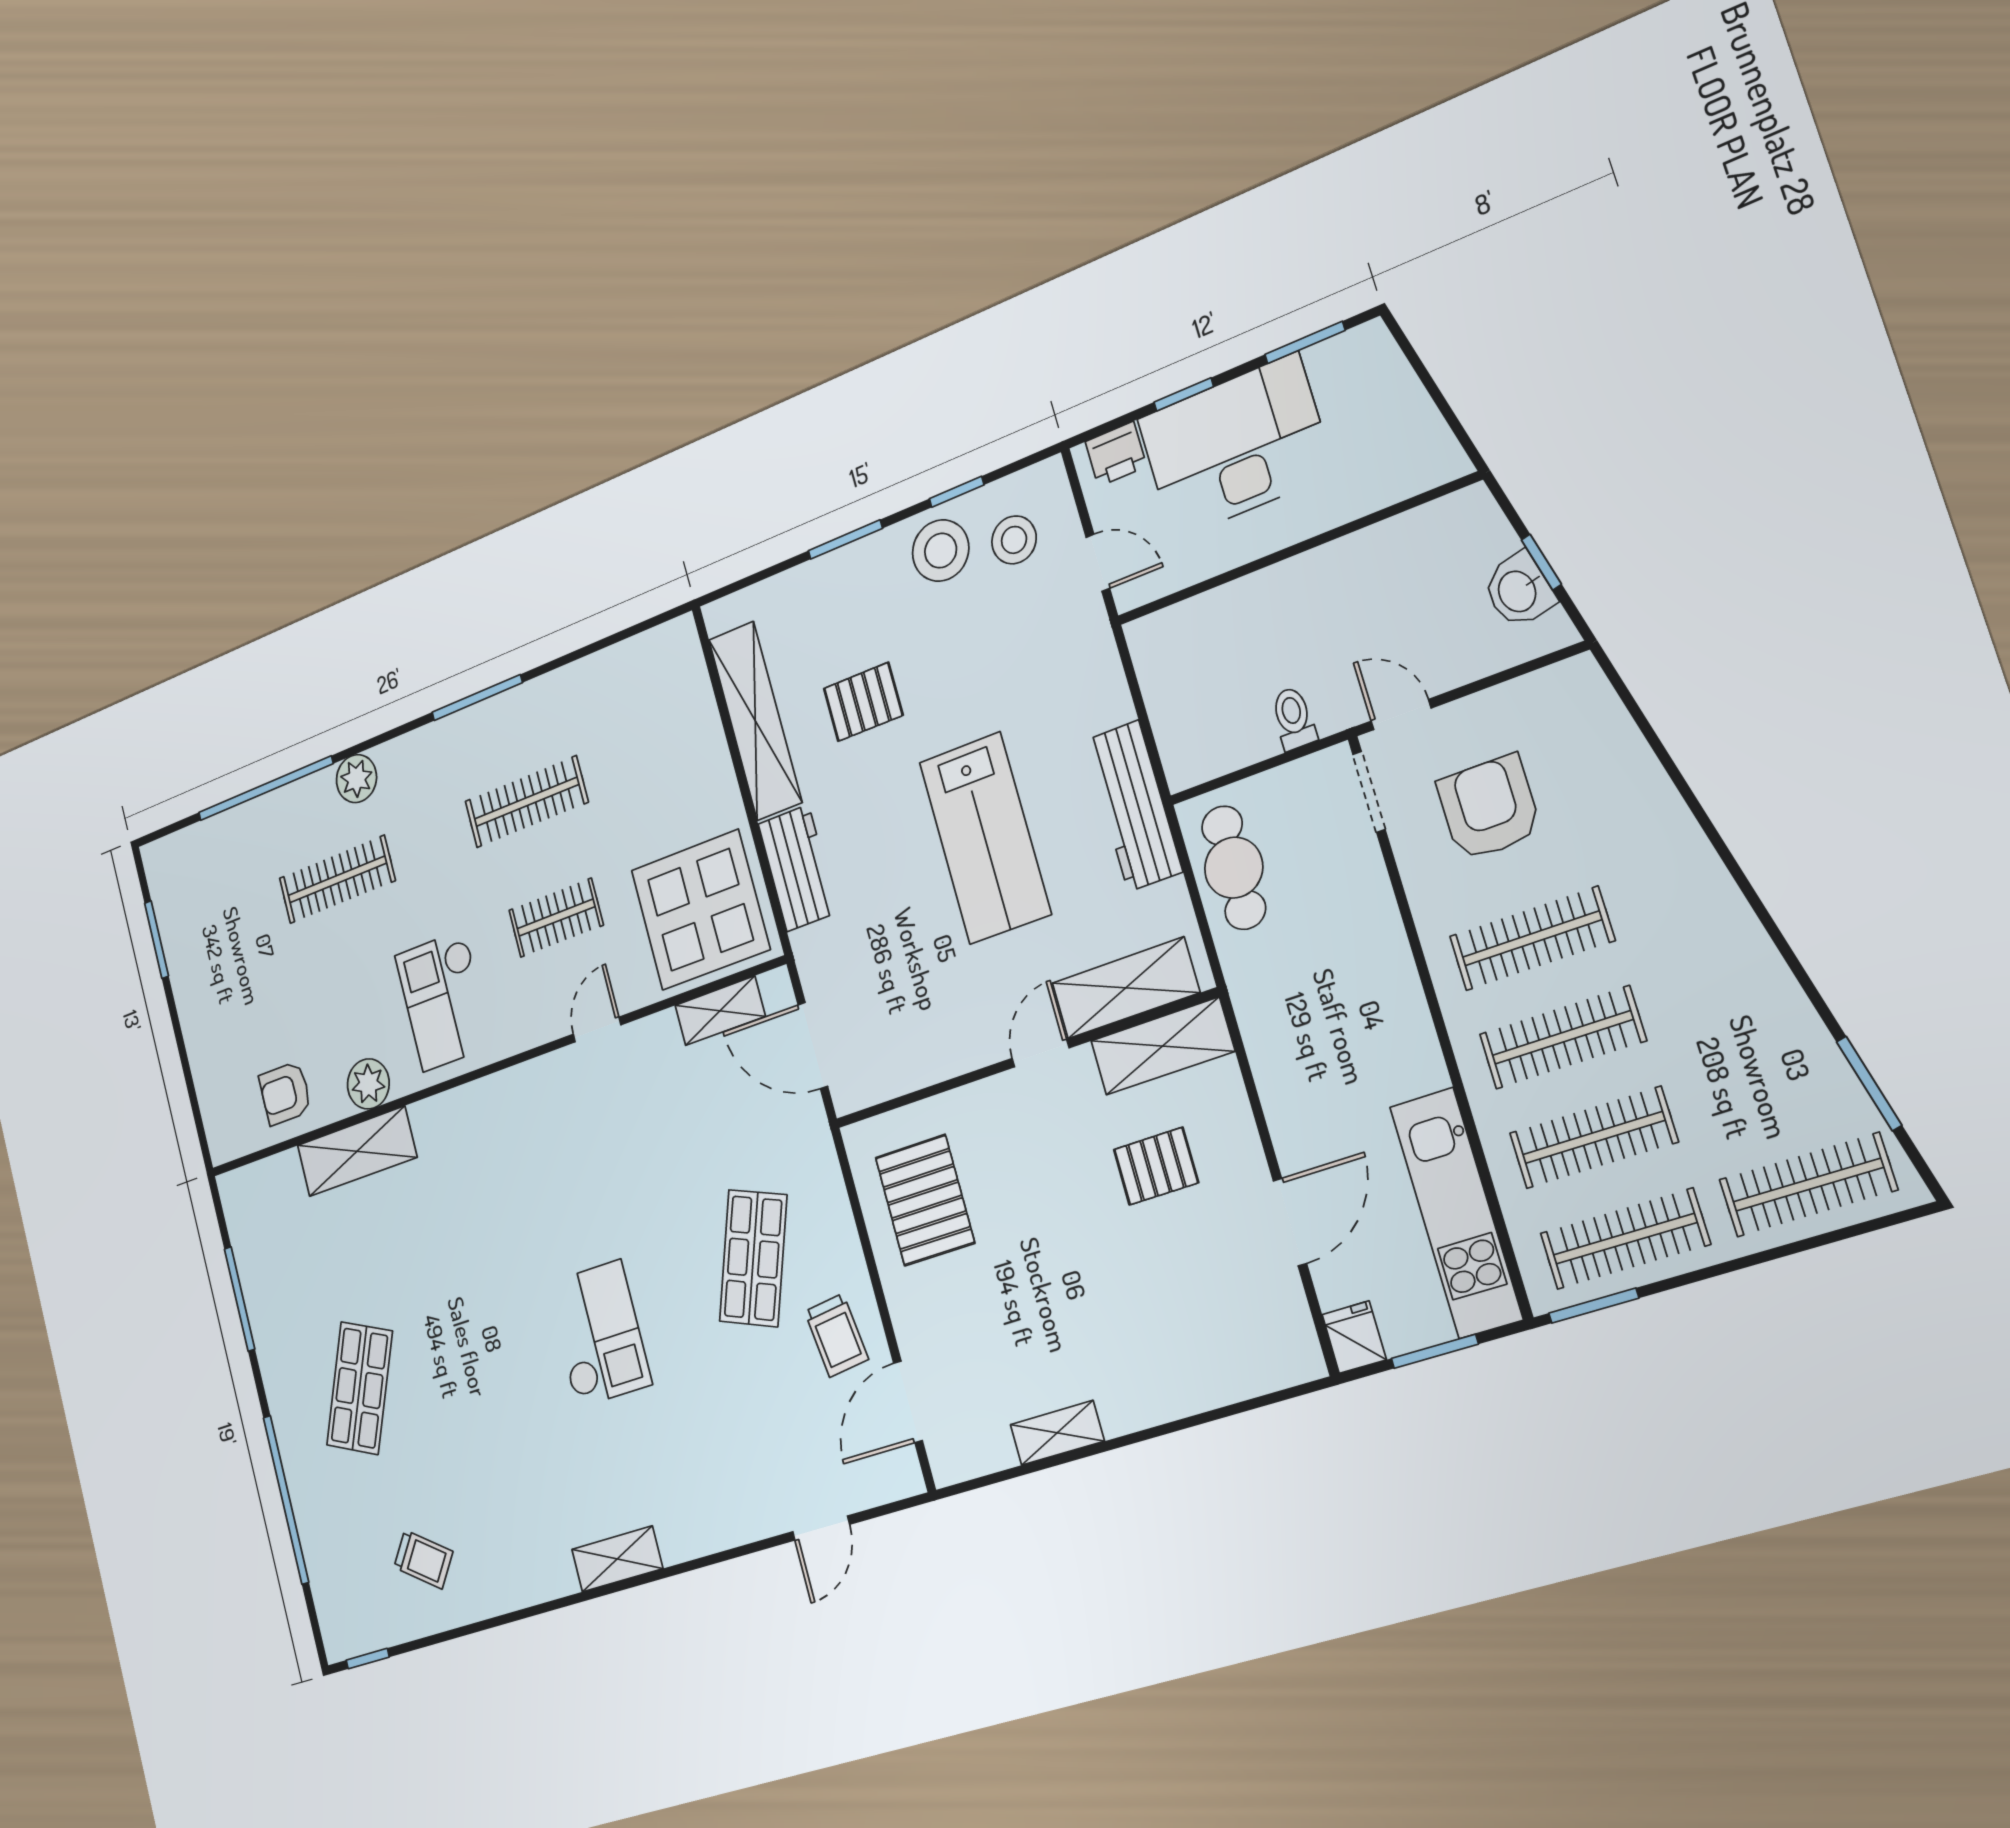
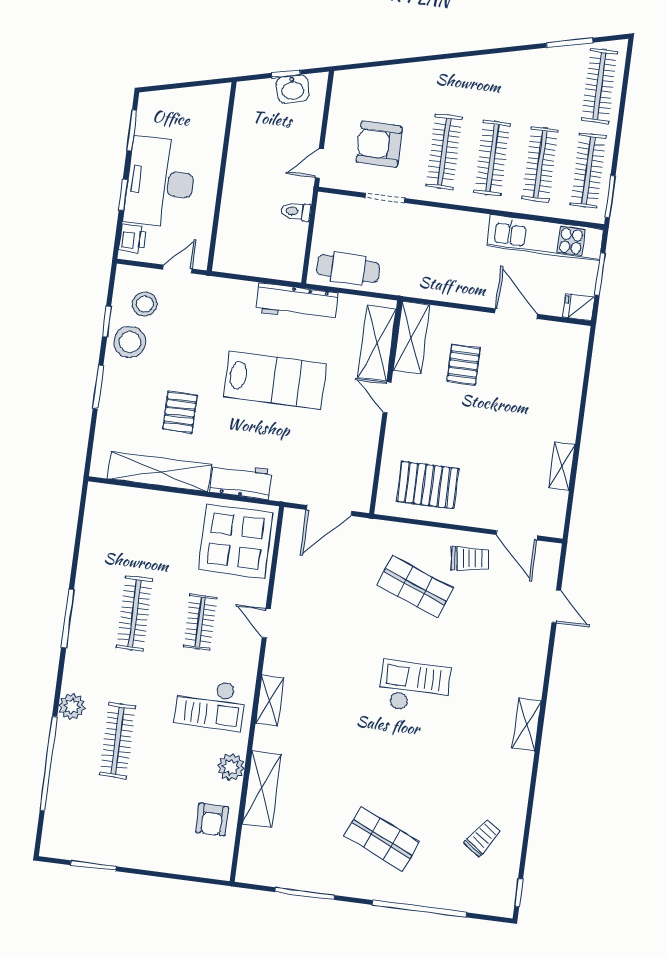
doorway: (1369, 792) -> (385, 198), moved
shelving: (720, 1011) -> (270, 701), moved

